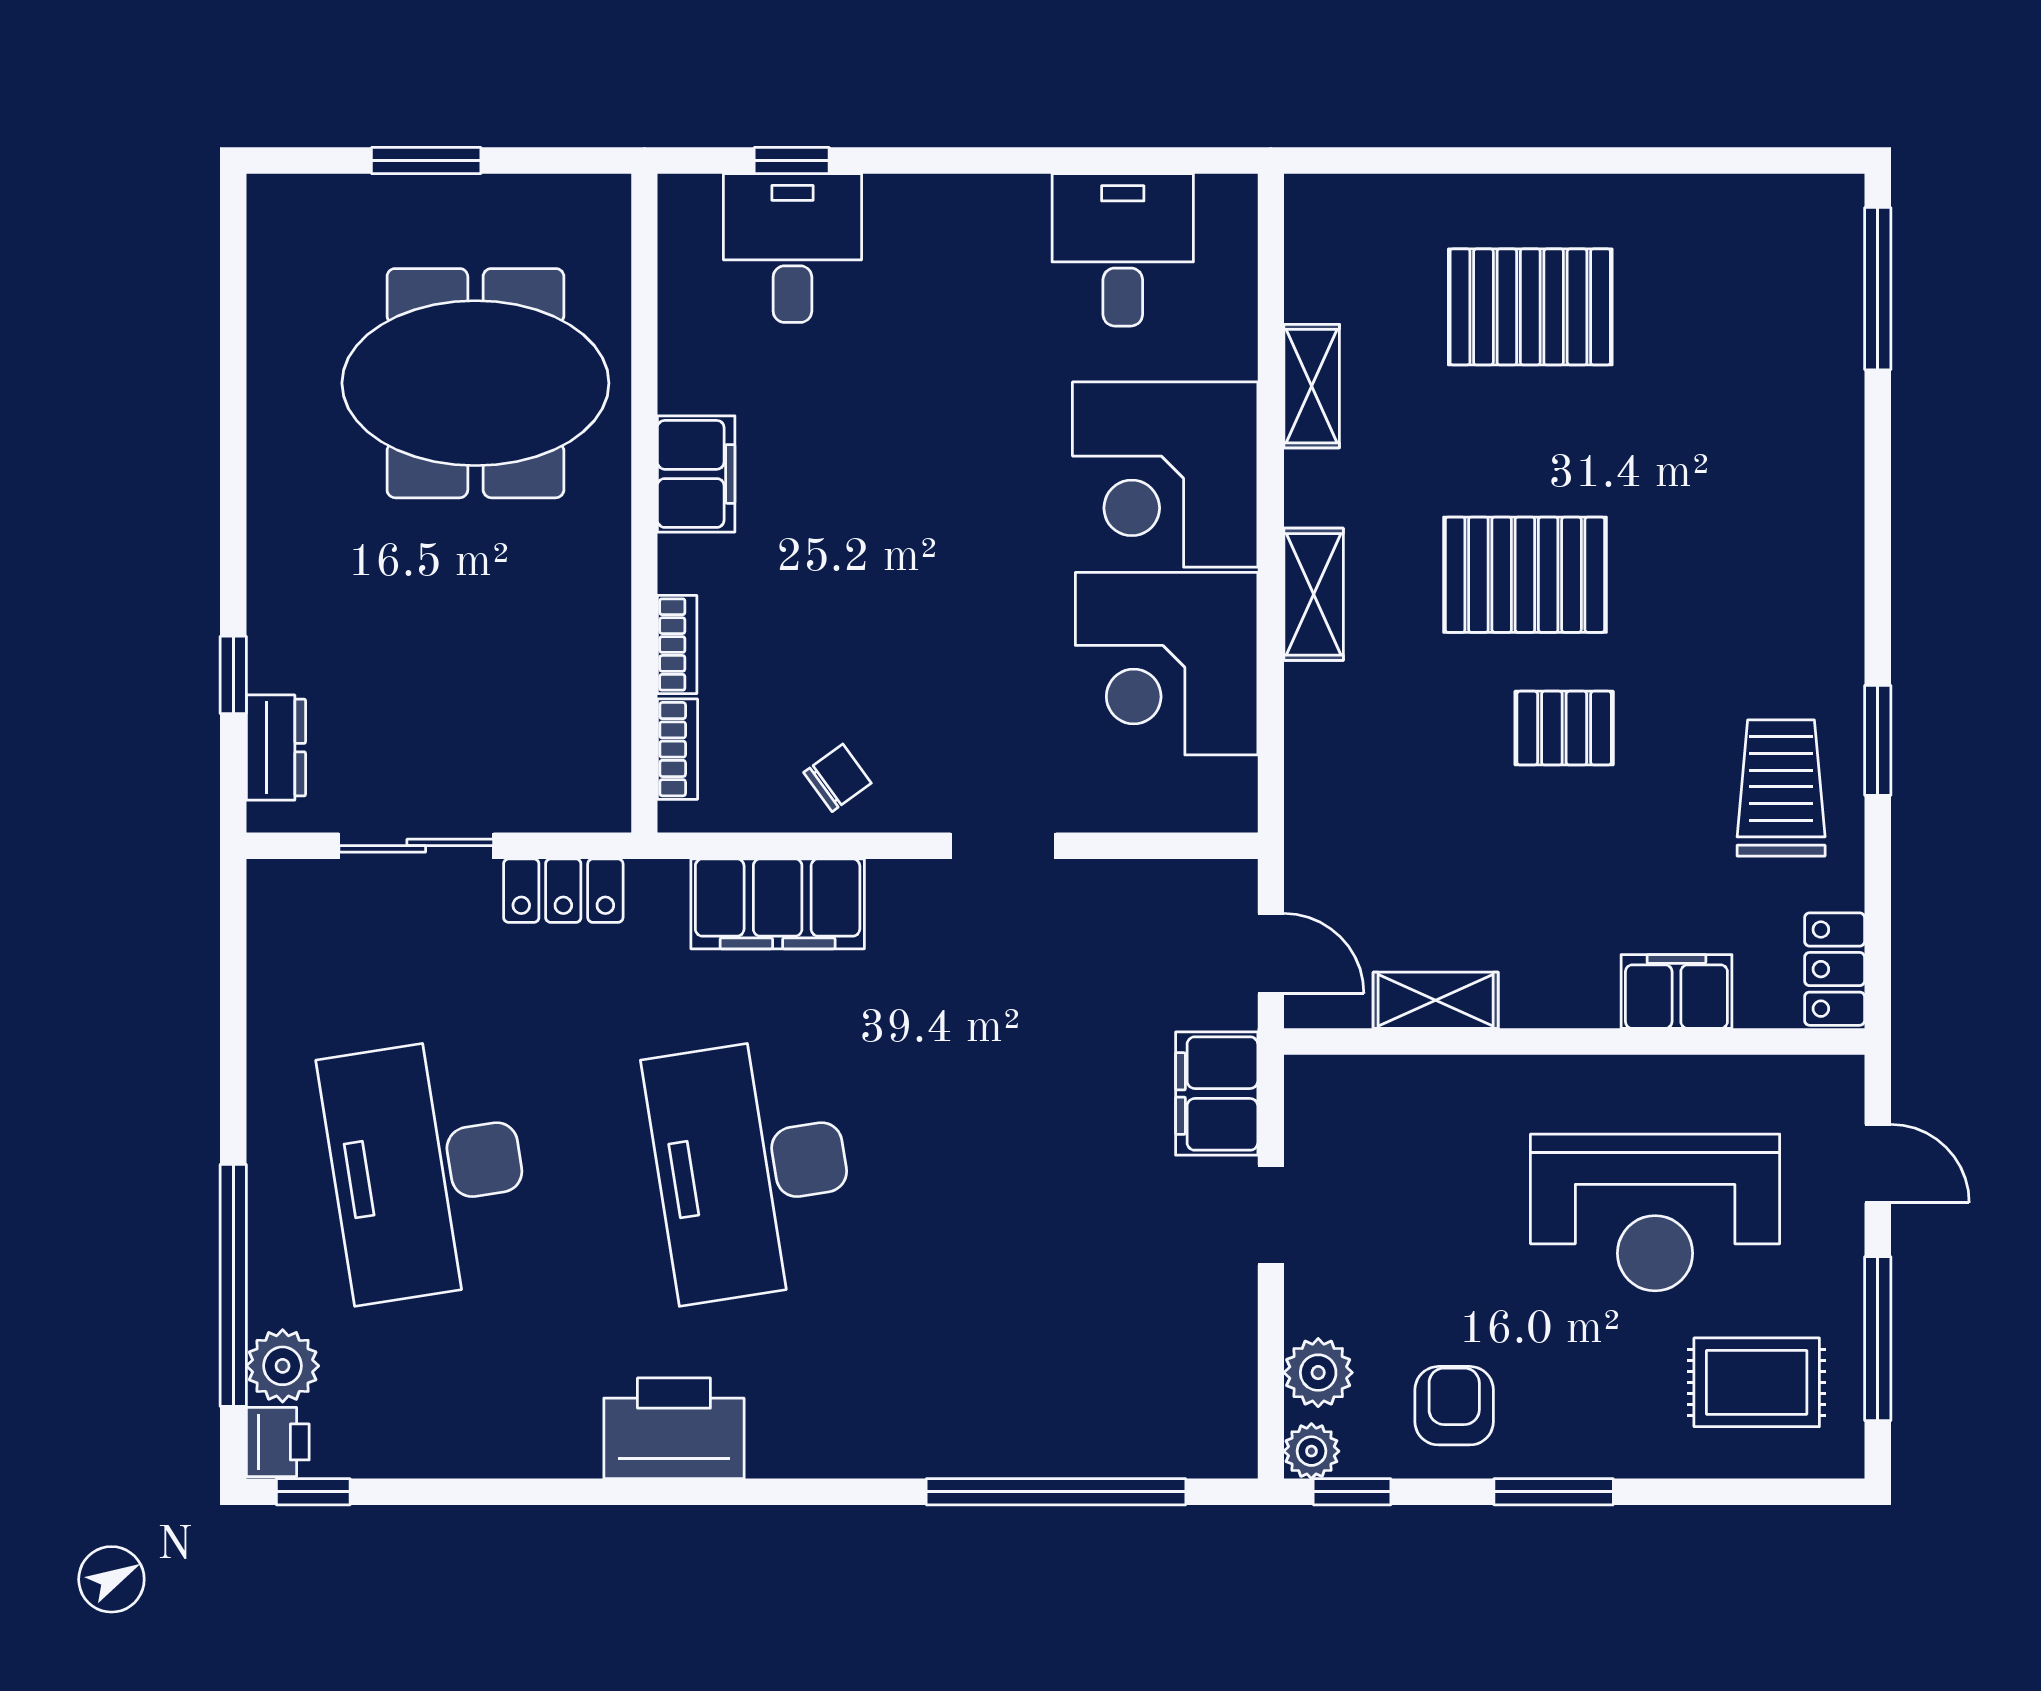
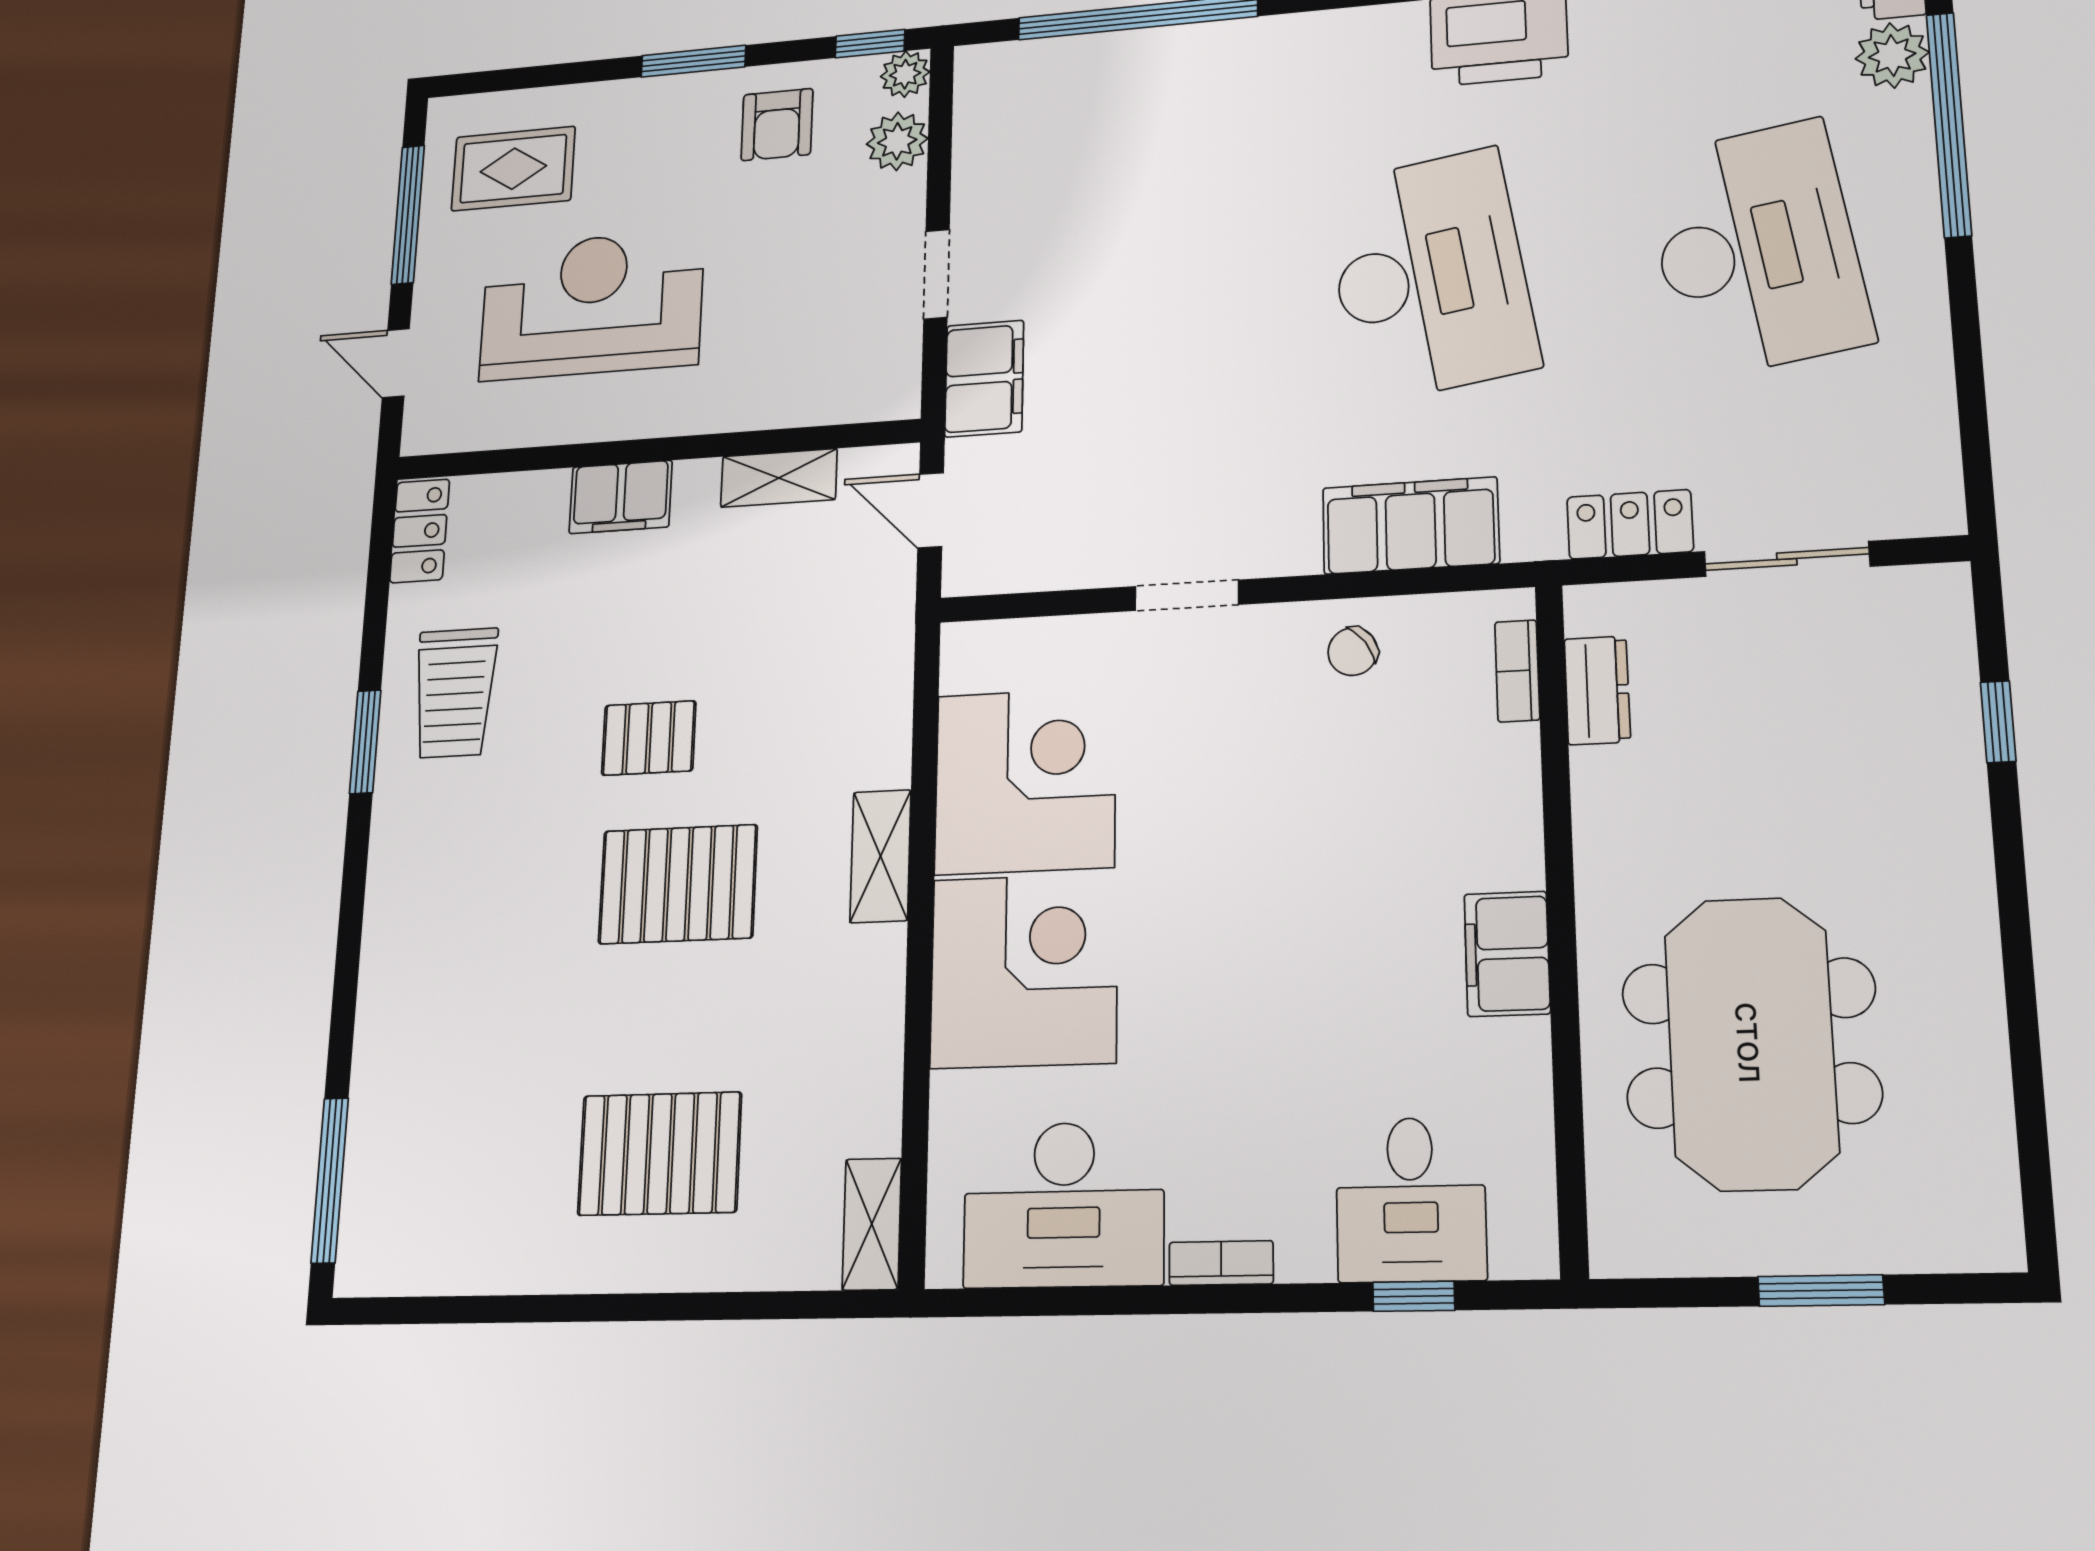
desk: (1123, 250) -> (1064, 1205), width x1.37
meeting table: (475, 383) -> (1751, 1043), turned 90
shelving: (1312, 386) -> (872, 1224), moved
bookcase: (677, 645) -> (1221, 1263), moved, turned 90
dresser: (276, 748) -> (1597, 690), moved, turned 180
filing cabinet: (1676, 991) -> (621, 497), moved

